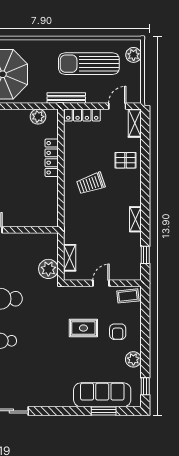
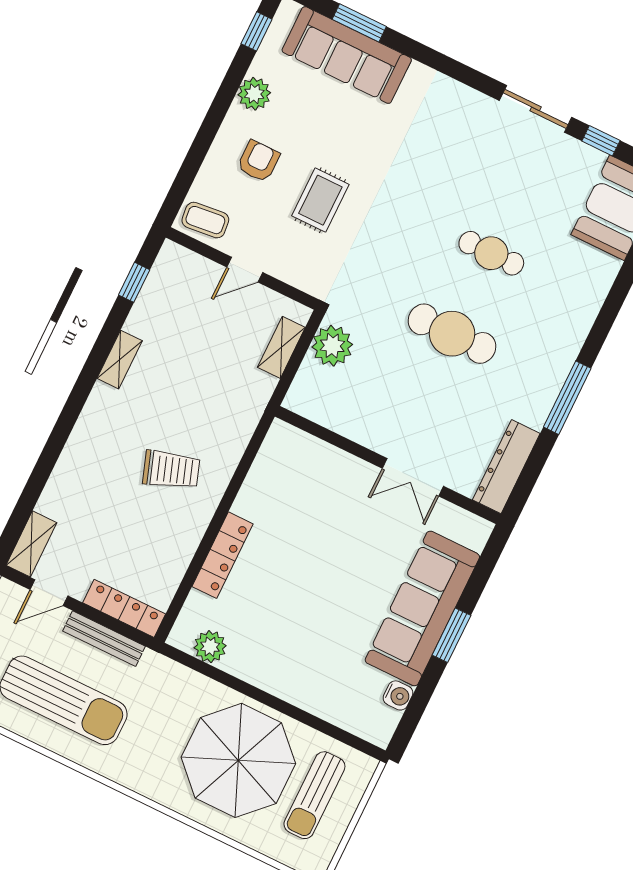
bench: (66, 98) -> (104, 639), moved
pallet: (126, 160) -> (84, 481), removed
rug: (83, 328) -> (320, 200), turned 90

